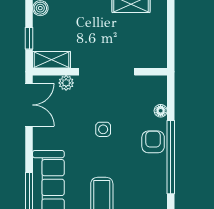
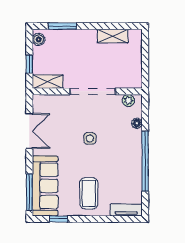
plant: (66, 83) -> (128, 100), moved
double door: (29, 105) -> (29, 131), moved
armchair: (153, 142) -> (131, 149), removed

